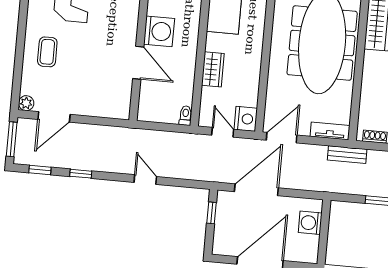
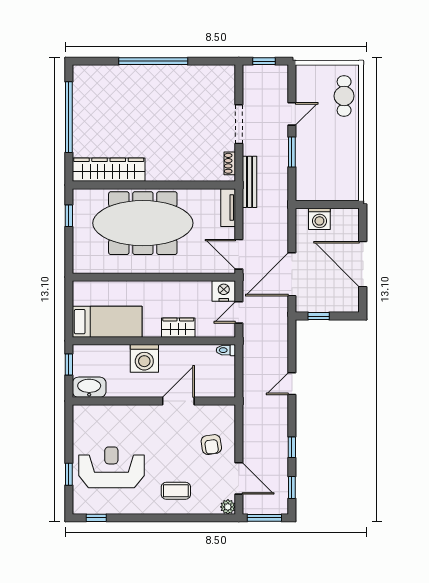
washing machine: (159, 31) -> (144, 358), moved, turned 180
armchair: (91, 92) -> (211, 445), added
bench: (347, 155) -> (250, 182), width x1.36
door: (256, 190) -> (292, 274), hinge flipped

